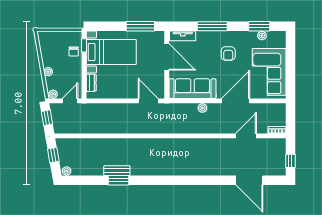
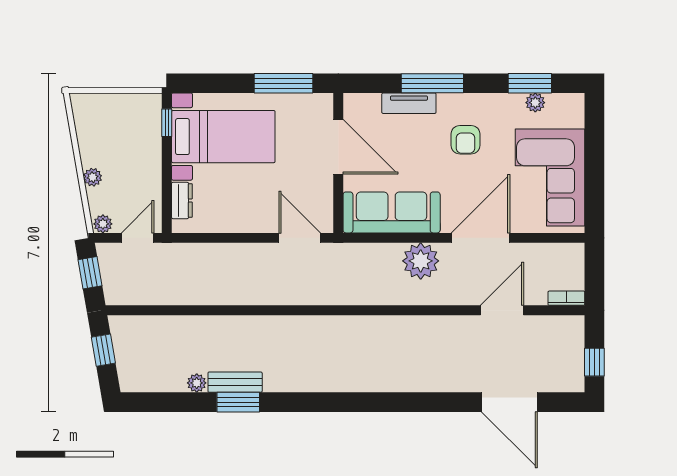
tv unit: (183, 36) -> (409, 103), moved
chair: (74, 51) -> (145, 136), removed
plant: (202, 108) -> (421, 261), width x1.87, depth x1.87
plant: (67, 171) -> (197, 383), moved

